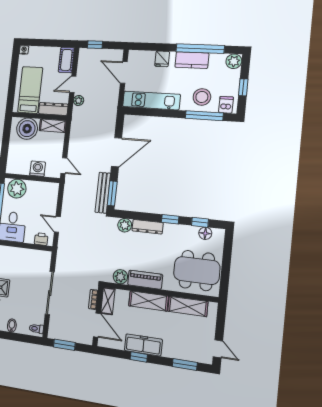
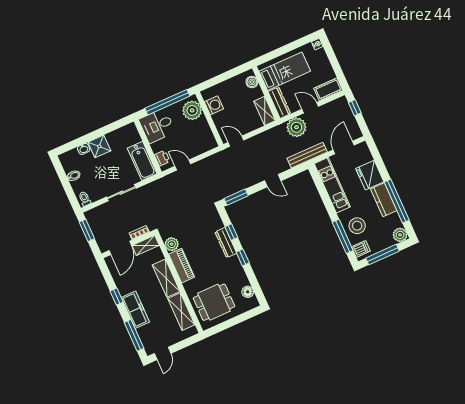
fridge: (162, 59) -> (370, 175), width x1.88, depth x1.34
window: (243, 87) -> (382, 255), width x2.17
plant: (79, 101) -> (296, 127), width x1.88, depth x1.88
boiler: (27, 129) -> (252, 82), width x0.54, depth x0.54
door: (117, 152) -> (273, 181), width x0.53
door: (64, 166) -> (236, 141), swing flipped
washing machine: (38, 169) -> (214, 105), moved
bench: (103, 193) -> (307, 155), moved
window: (200, 222) -> (231, 232), moved
door: (57, 224) -> (183, 165), hinge flipped
plant: (125, 225) -> (216, 223), removed
bathtub: (34, 258) -> (142, 161), added
dining table: (197, 271) -> (214, 302), width x0.73
sliding door: (50, 293) -> (121, 193), width x0.73
freezer: (143, 345) -> (135, 310), moved
window: (185, 364) -> (134, 335), width x1.44

